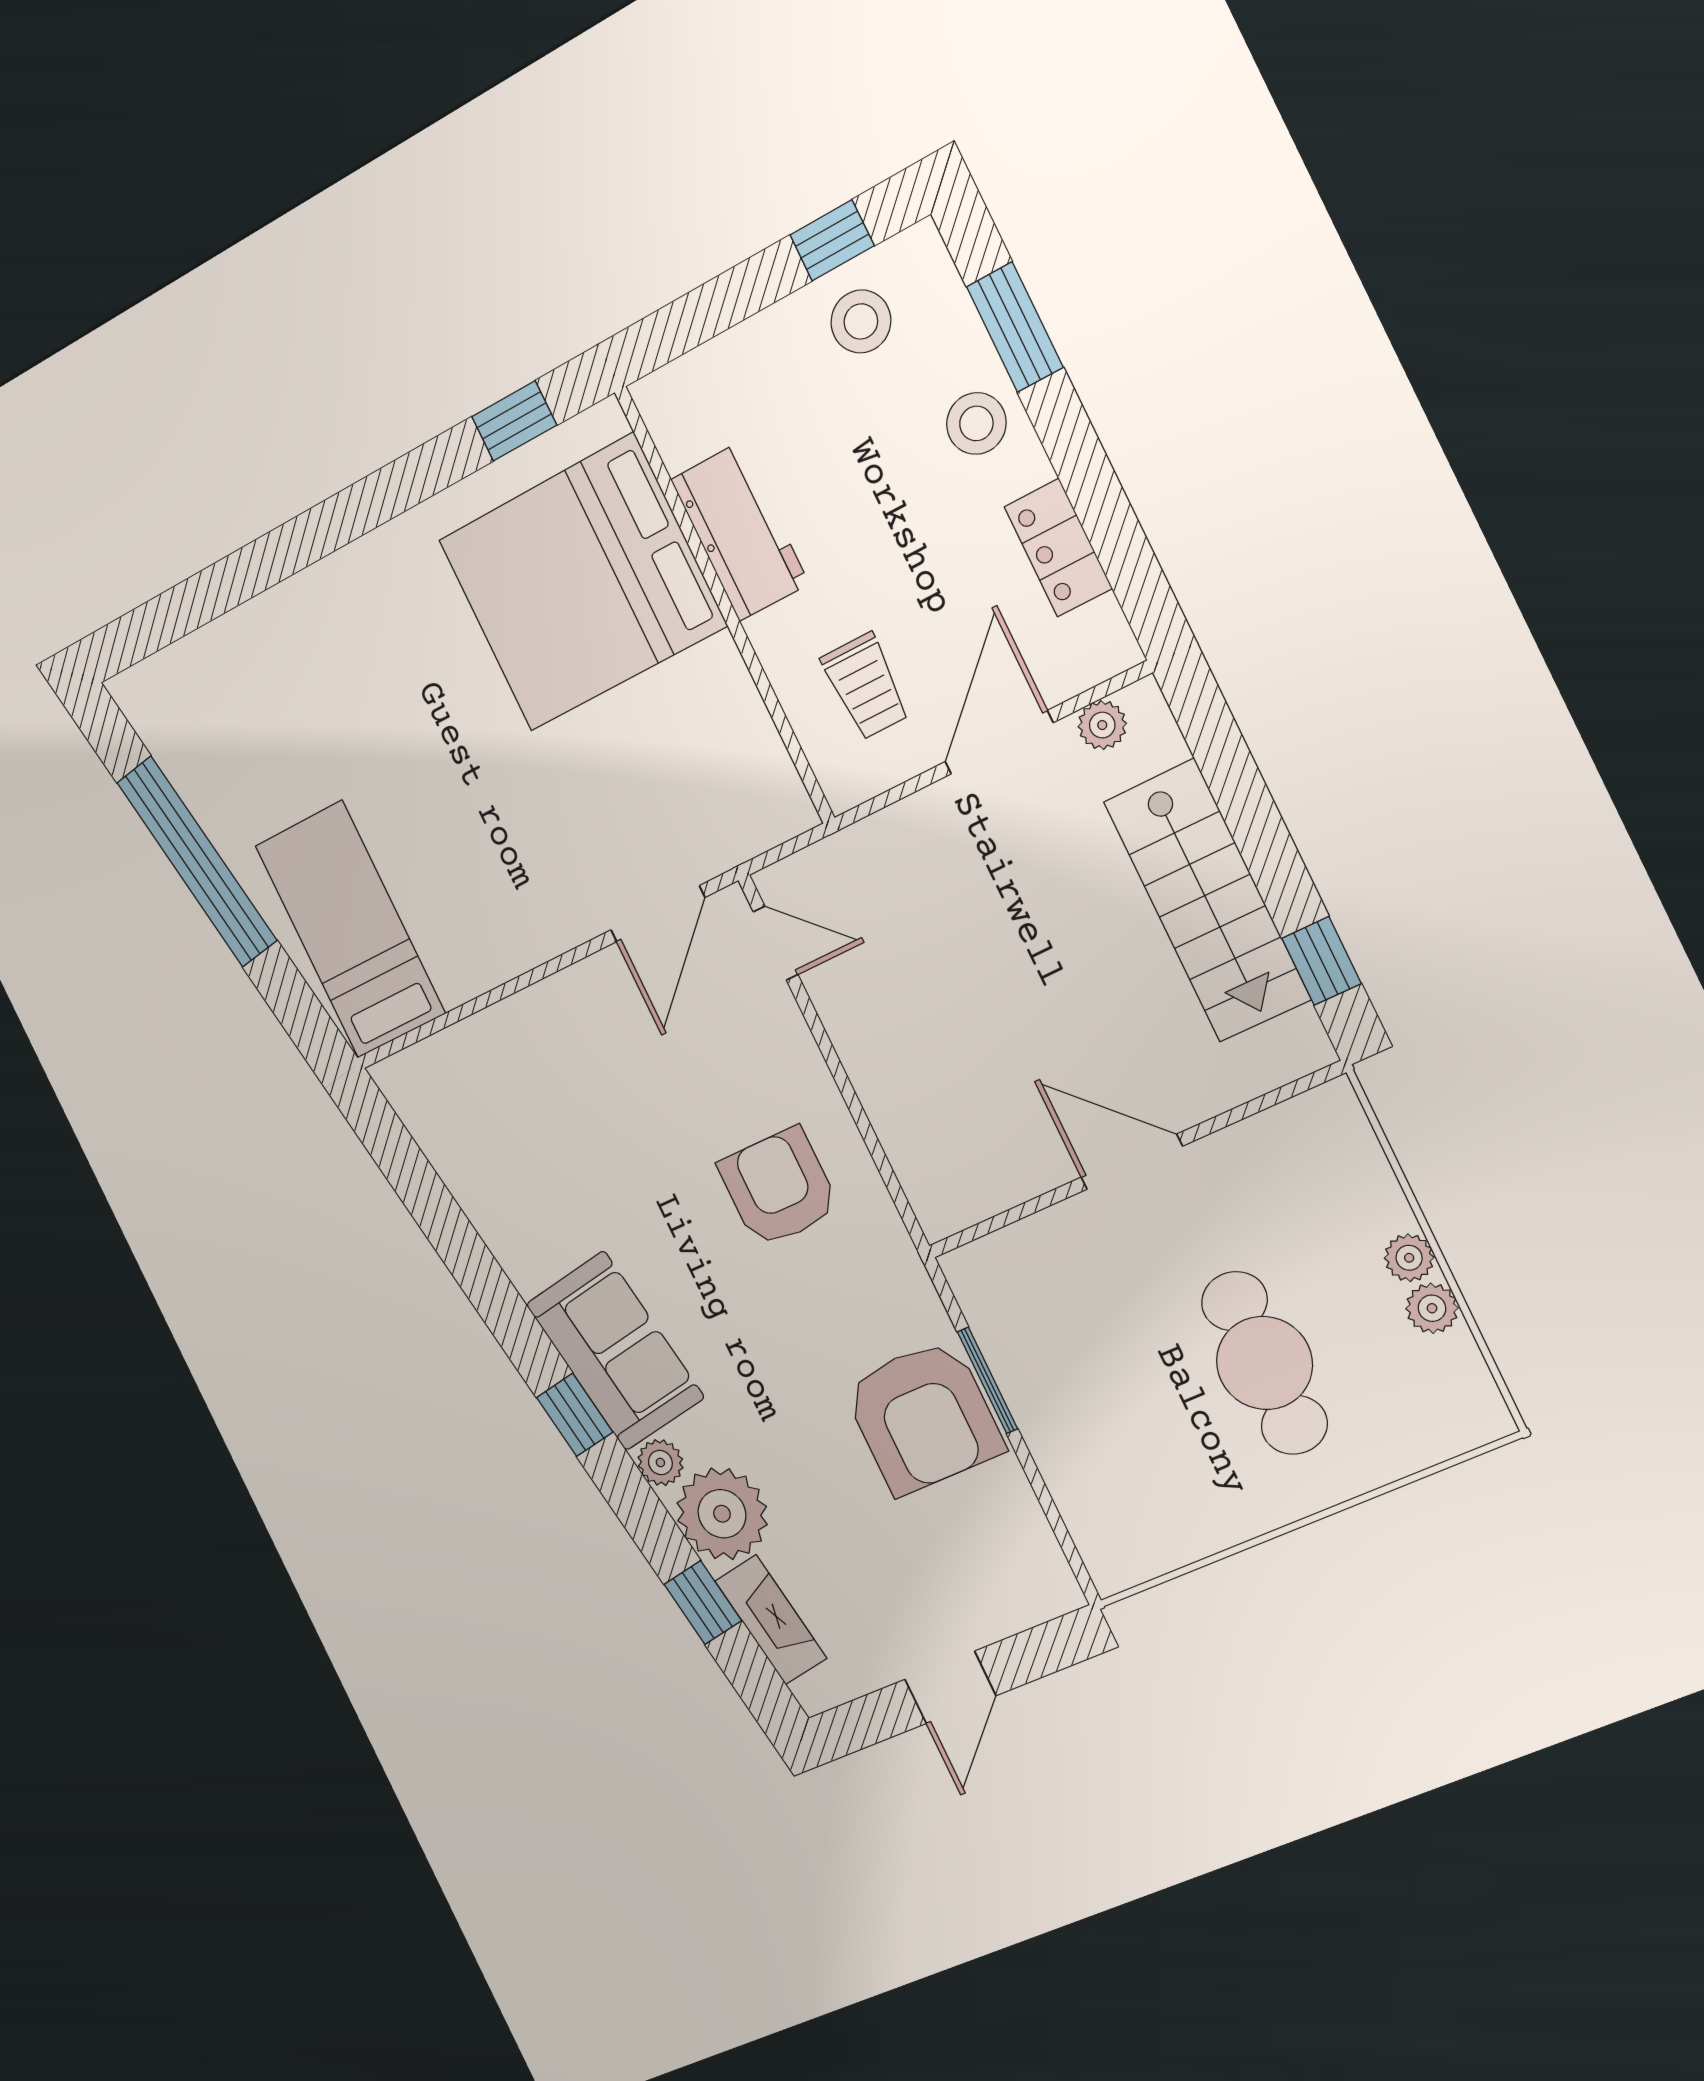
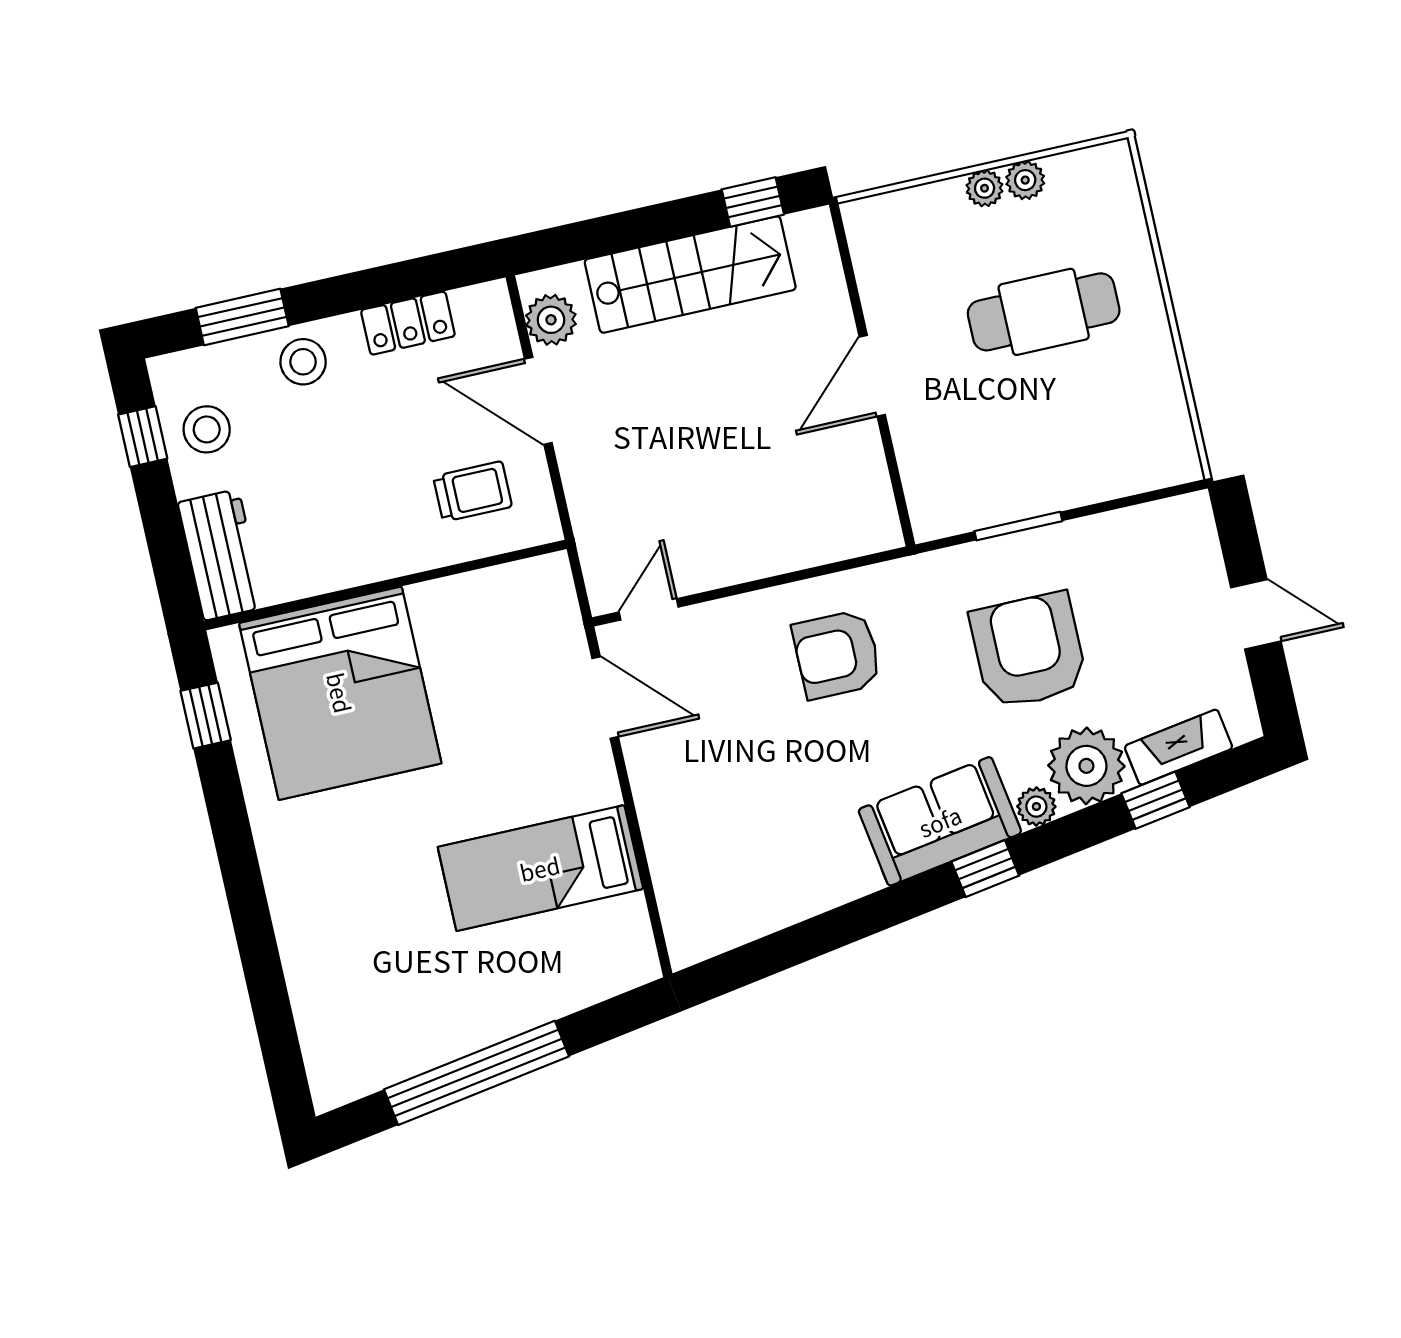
workbench: (740, 532) -> (221, 555), moved, turned 90
plant: (1102, 725) -> (551, 320), width x1.38, depth x1.38
bed: (350, 929) -> (540, 868), moved
armchair: (923, 1417) -> (1028, 651), moved, turned -90

